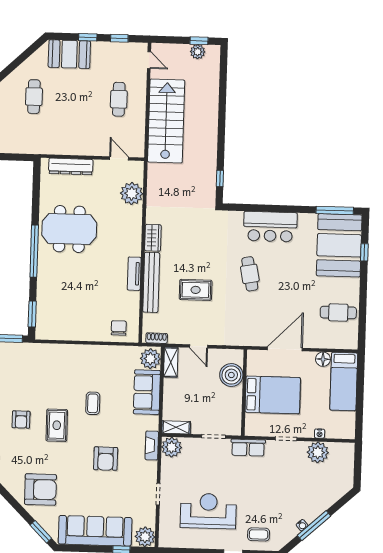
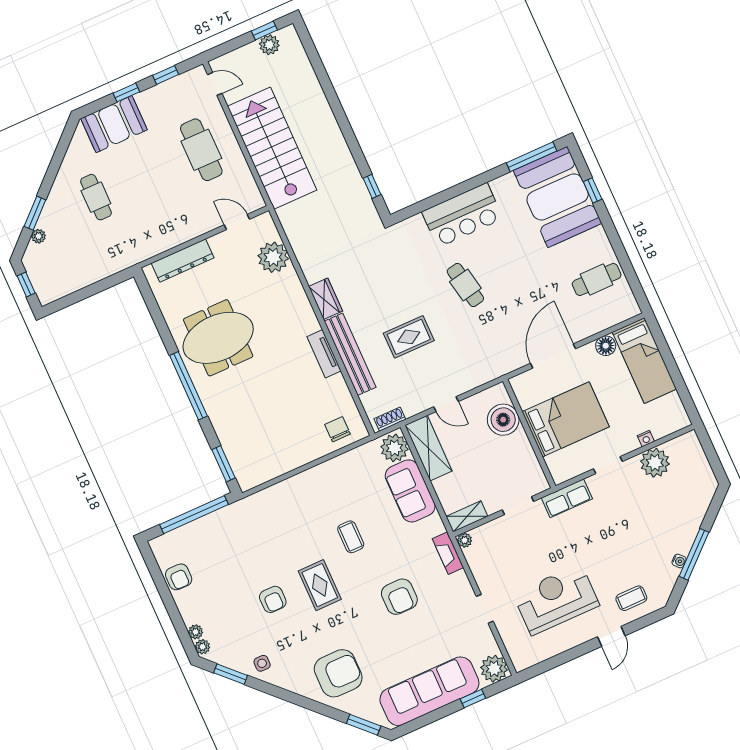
cafe table: (119, 99) -> (201, 150), width x1.37, depth x1.35
shelving: (171, 362) -> (428, 448), width x1.50, depth x1.33
plant: (172, 447) -> (465, 540), width x0.53, depth x0.53

